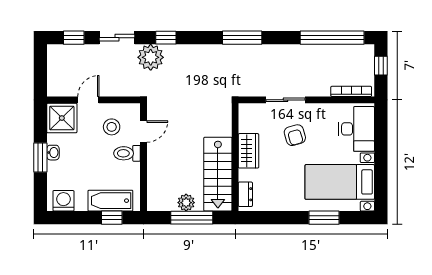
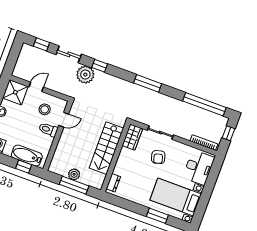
wardrobe: (248, 151) -> (132, 137), moved
stairs: (218, 174) -> (106, 148), moved

